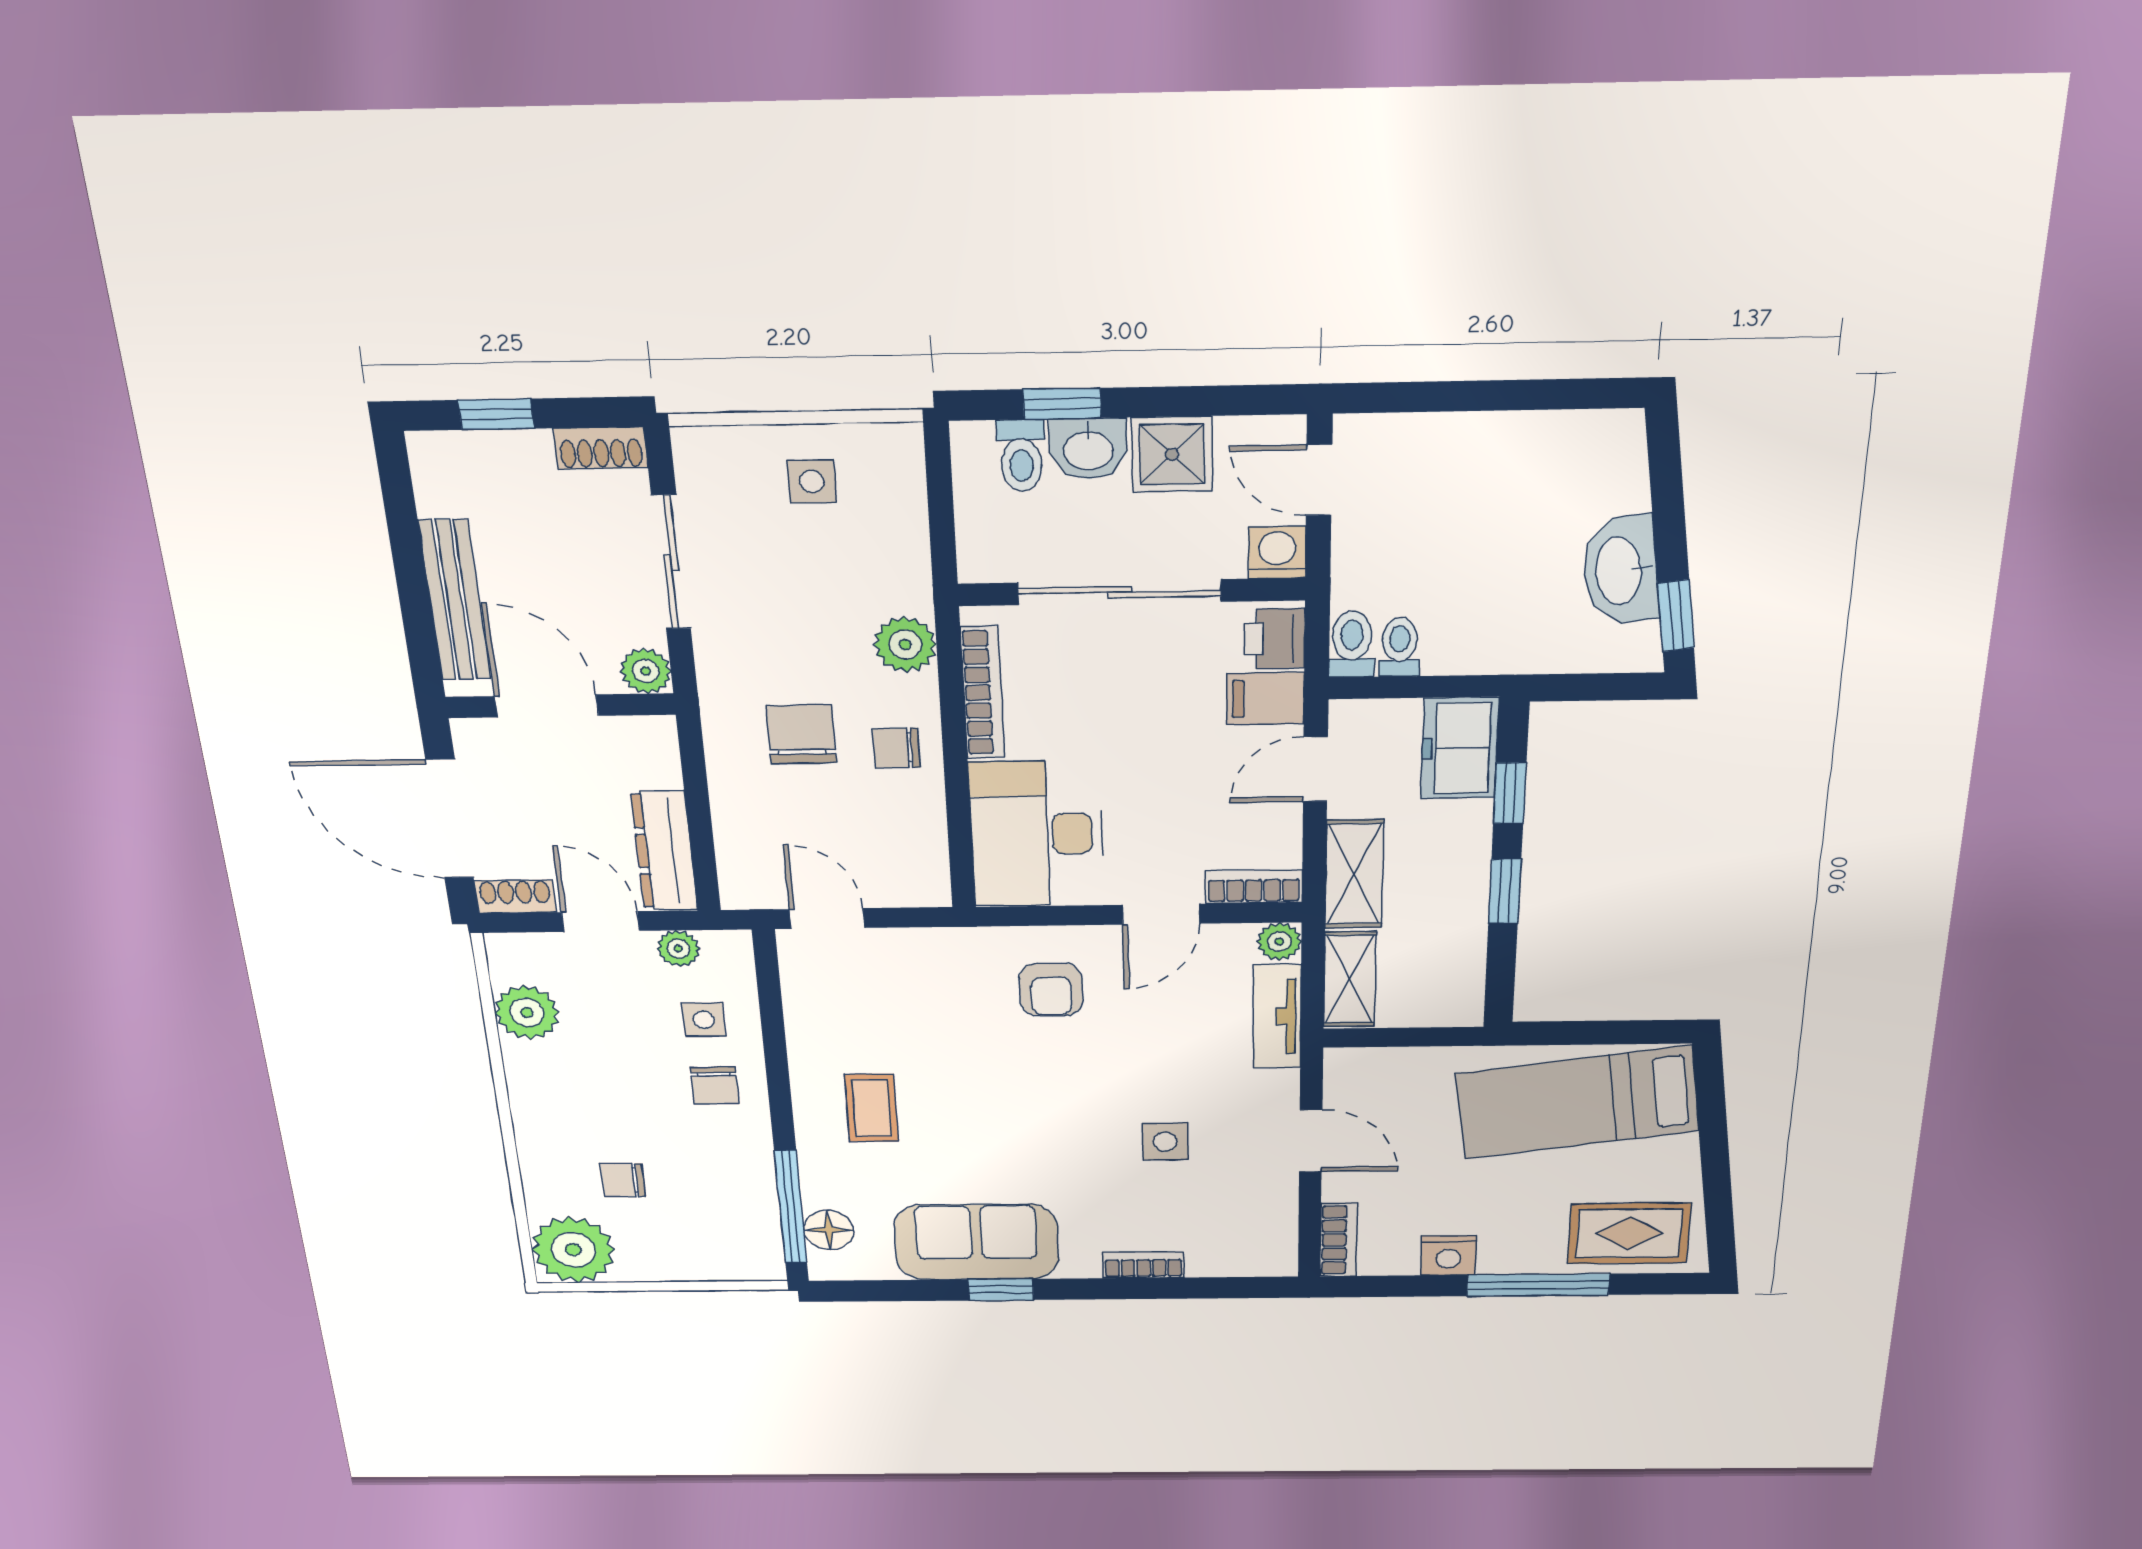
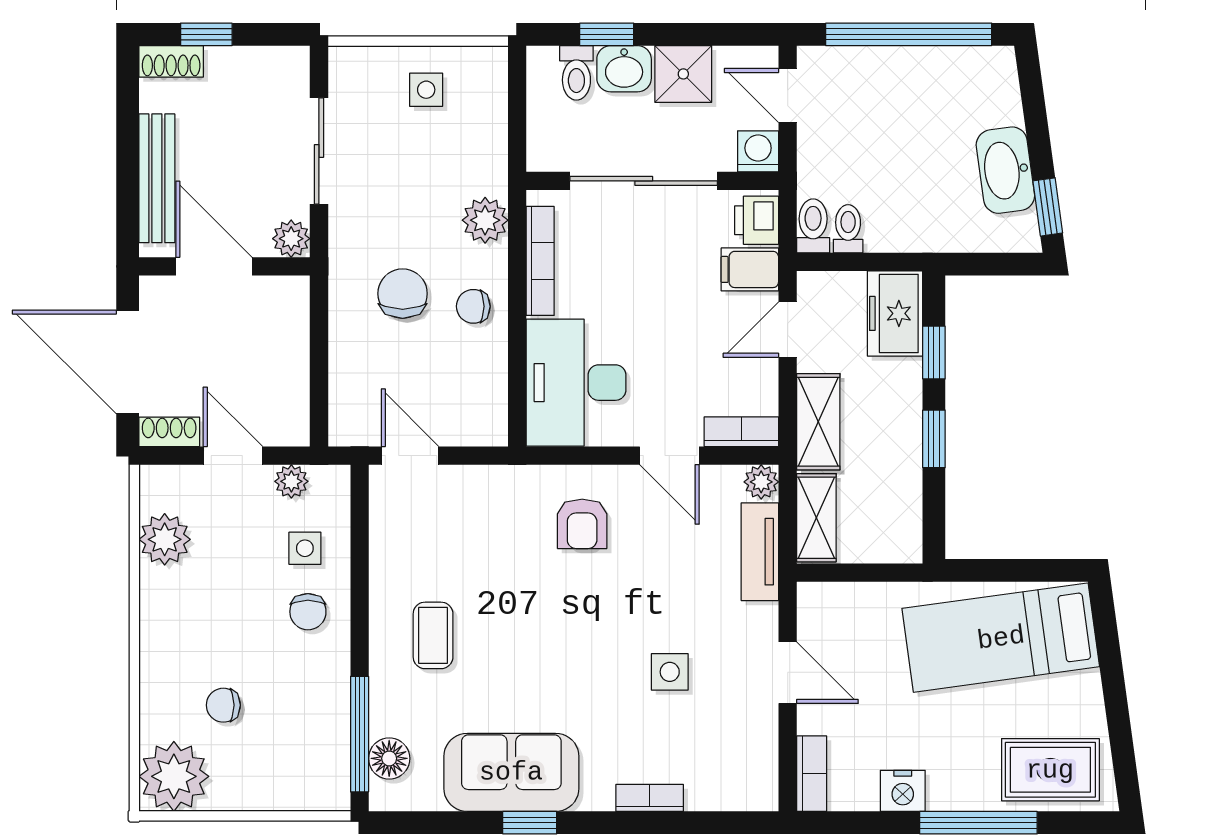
window: (1494, 396) -> (909, 34), added
shoe rack: (601, 448) -> (171, 61), moved
dresser: (664, 851) -> (289, 393), removed
door: (1161, 914) -> (669, 456), hinge flipped

